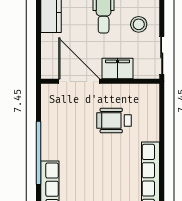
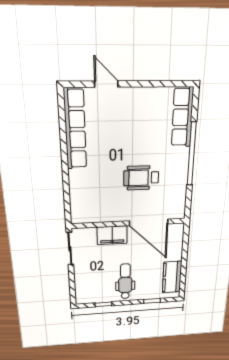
stool: (139, 24) -> (93, 273), removed
wheelchair: (114, 120) -> (141, 178), moved, turned 180

